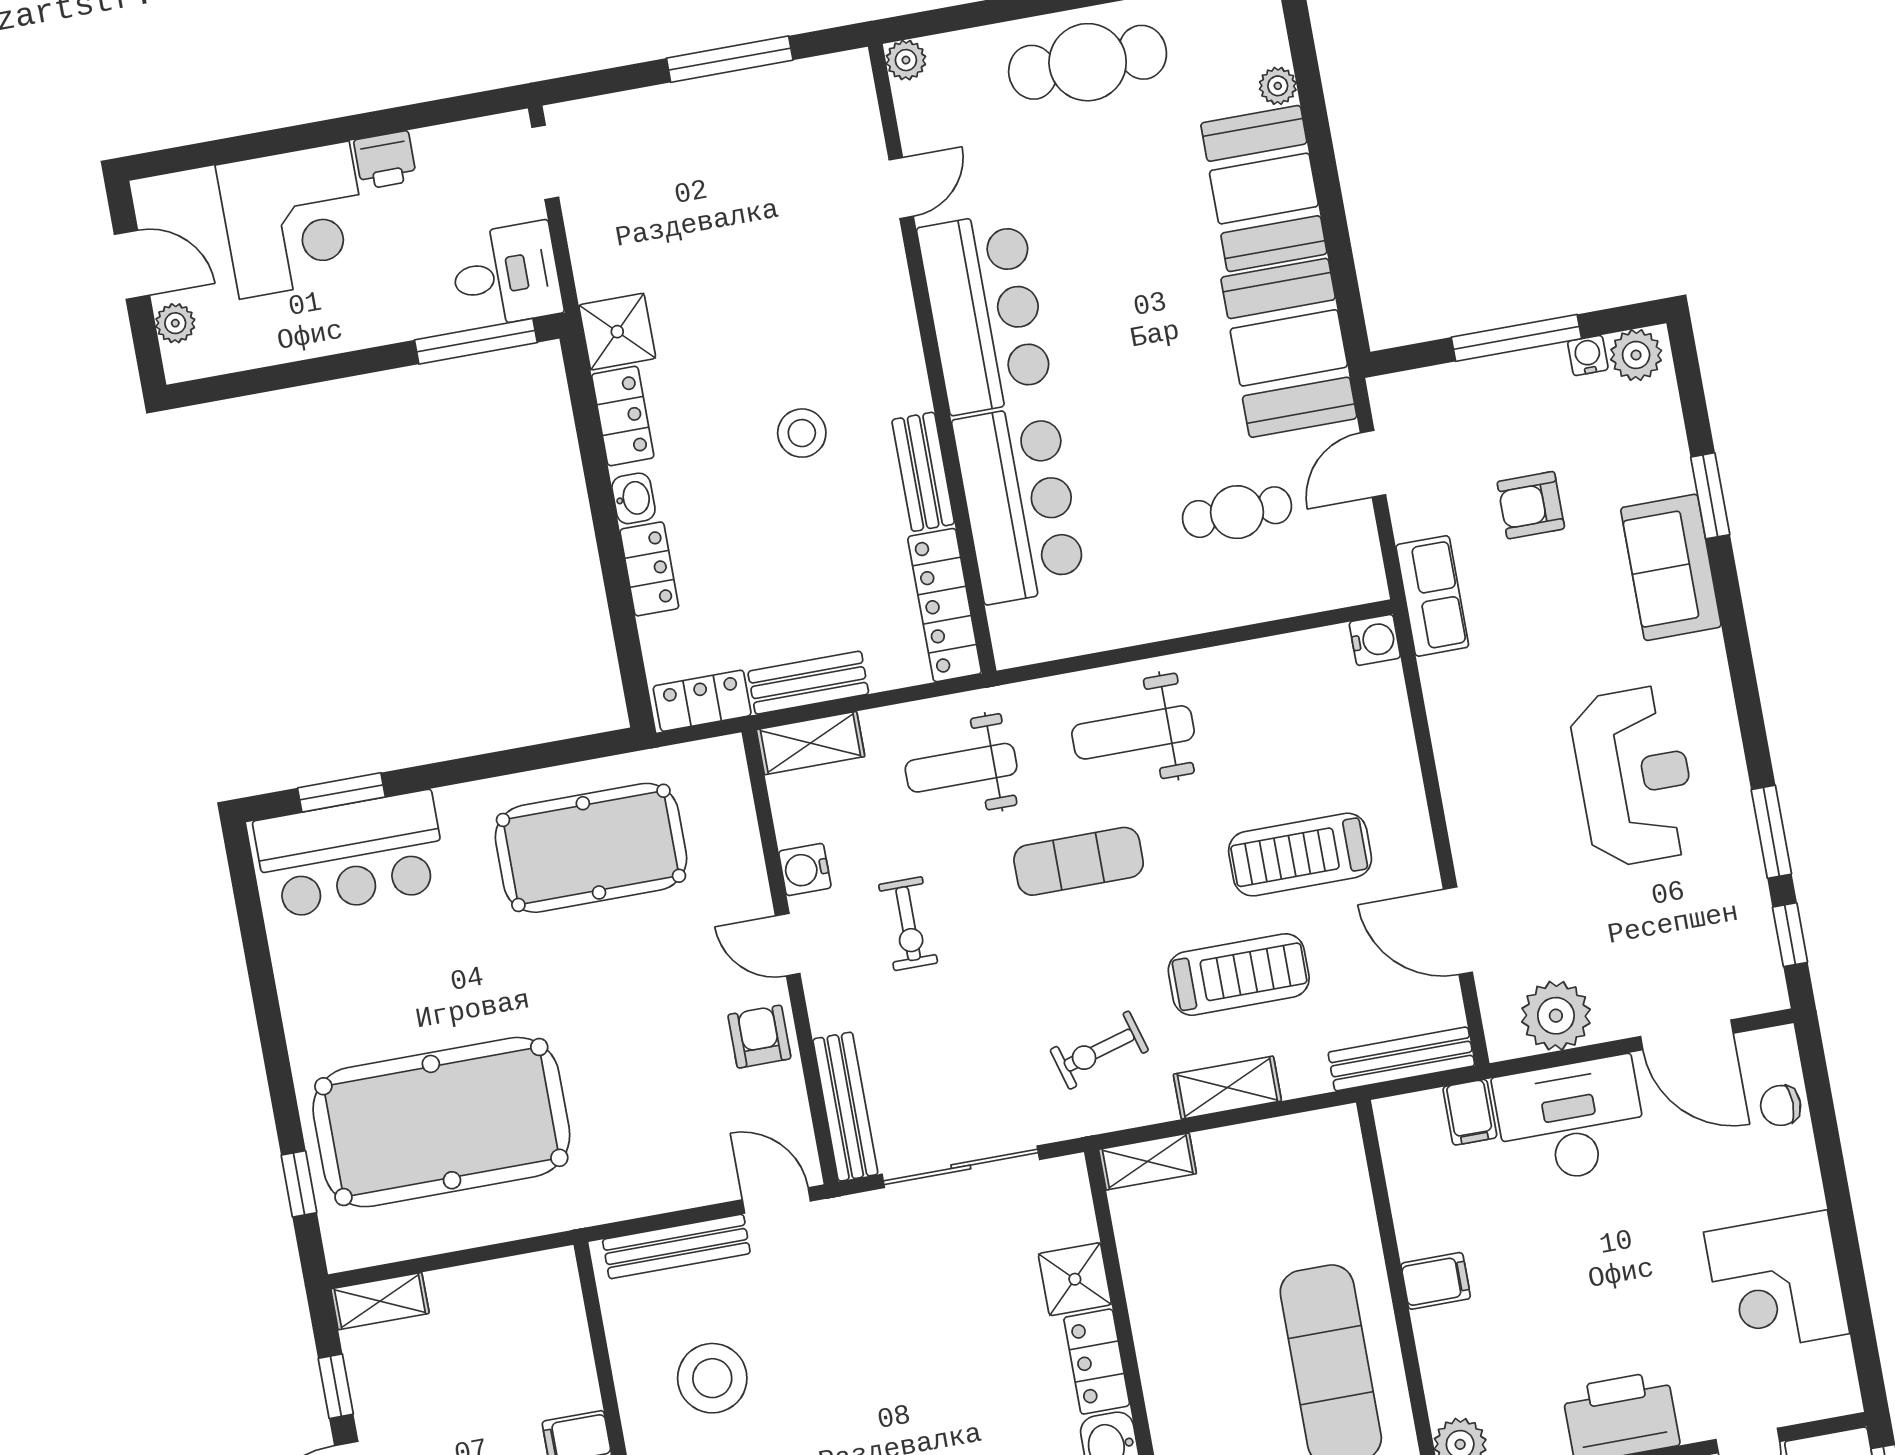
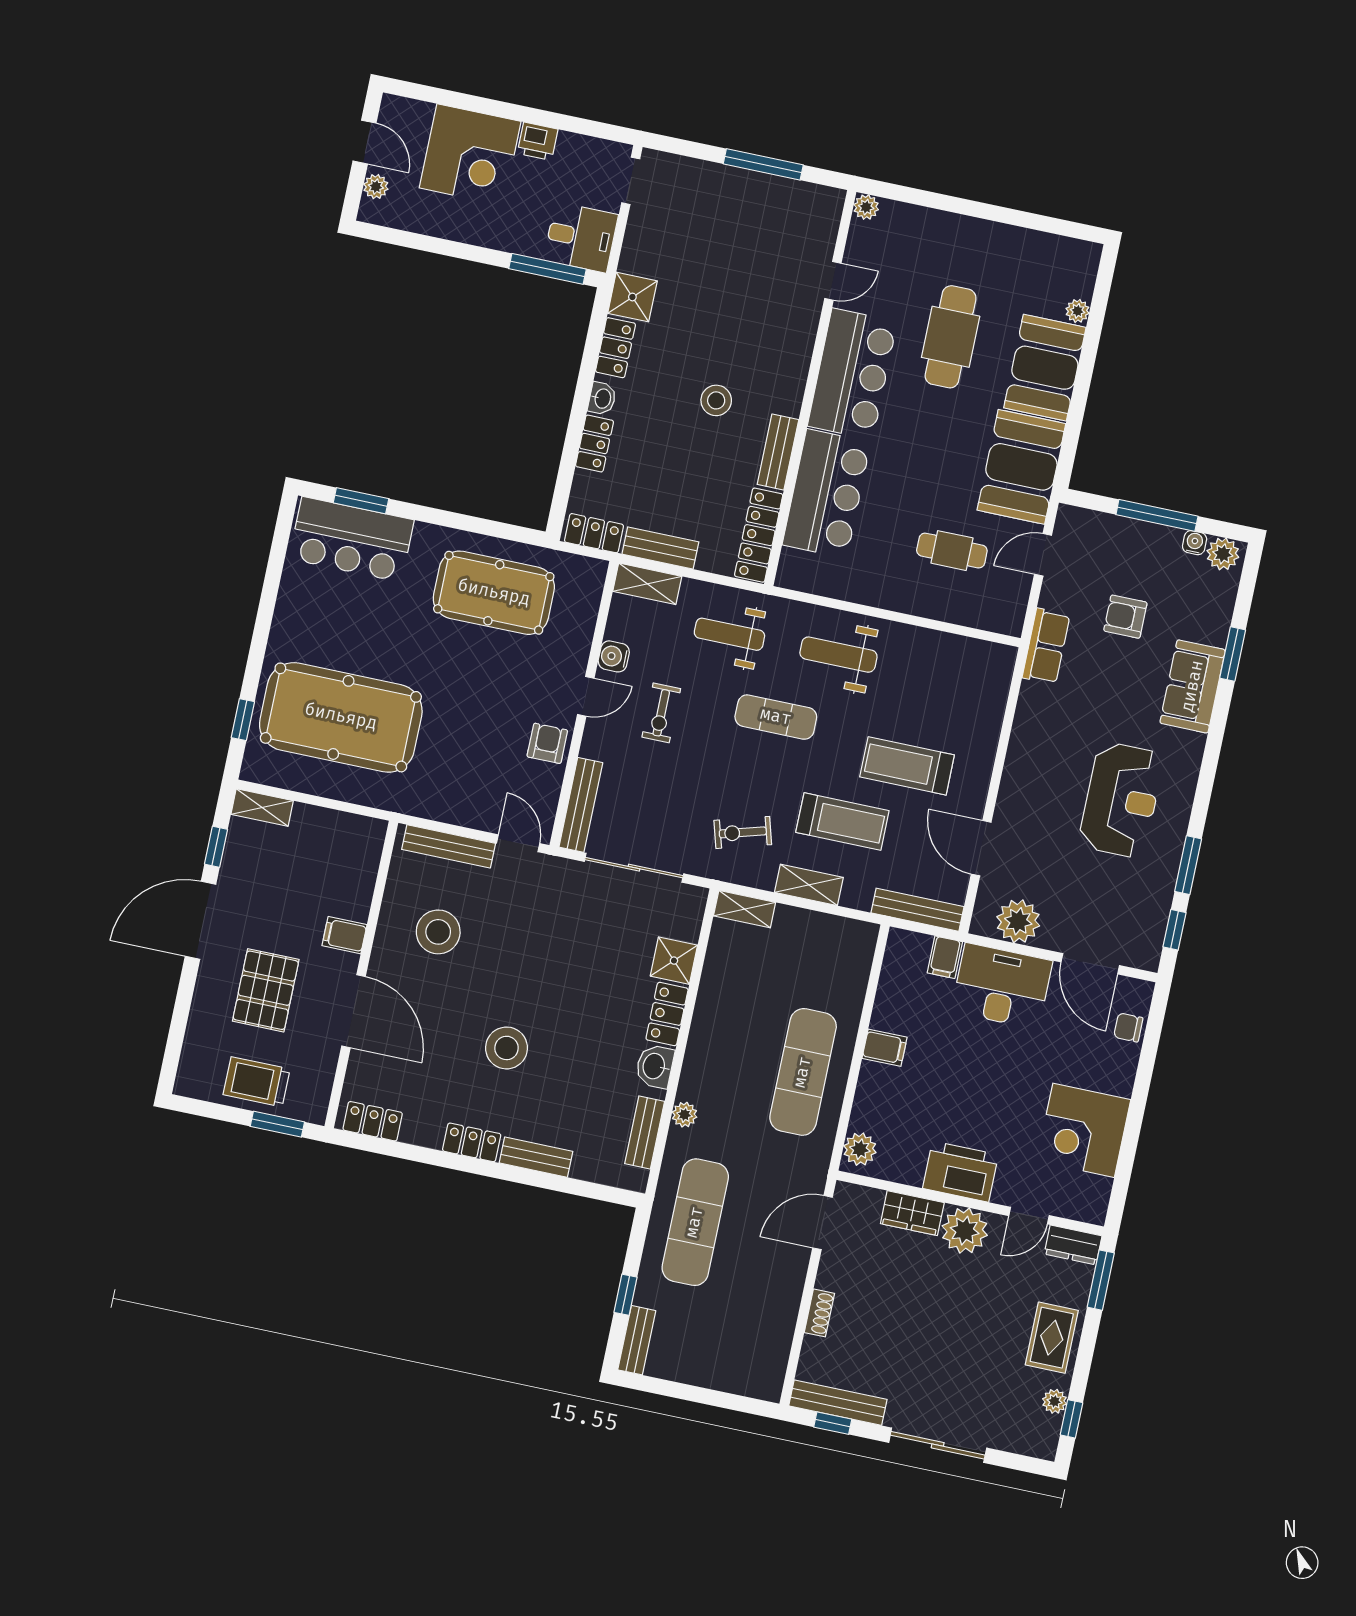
cafe table: (1088, 62) -> (951, 337), moved, turned 90
water cooler: (1375, 640) -> (1002, 658), removed
door: (788, 945) -> (586, 696), swing flipped

